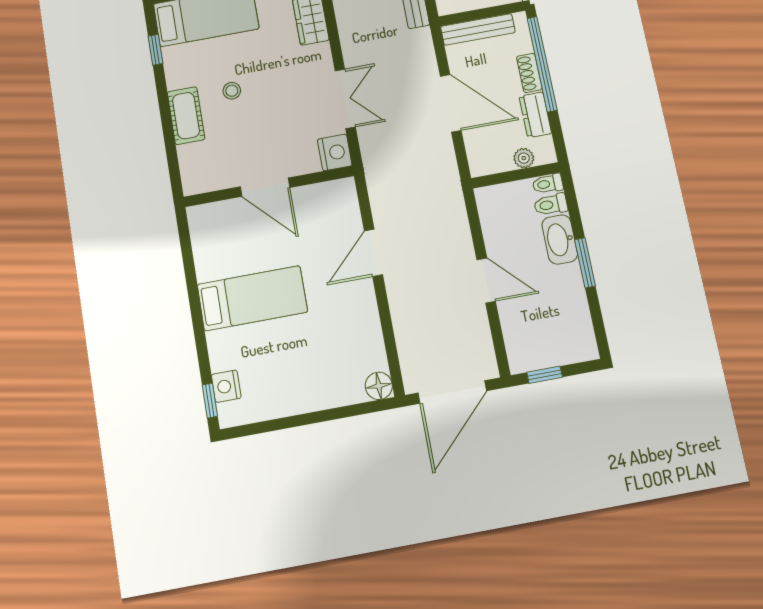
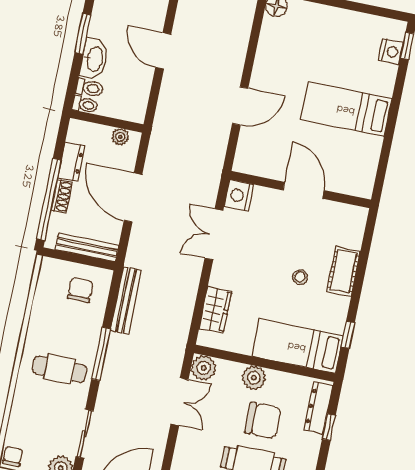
plant: (524, 158) -> (120, 137), moved

